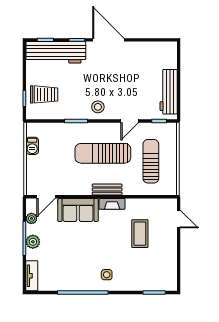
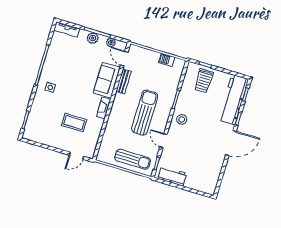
workbench: (169, 92) -> (172, 176), width x0.73
sun lounger: (151, 161) -> (133, 159), moved
bench: (107, 190) -> (124, 81), moved

